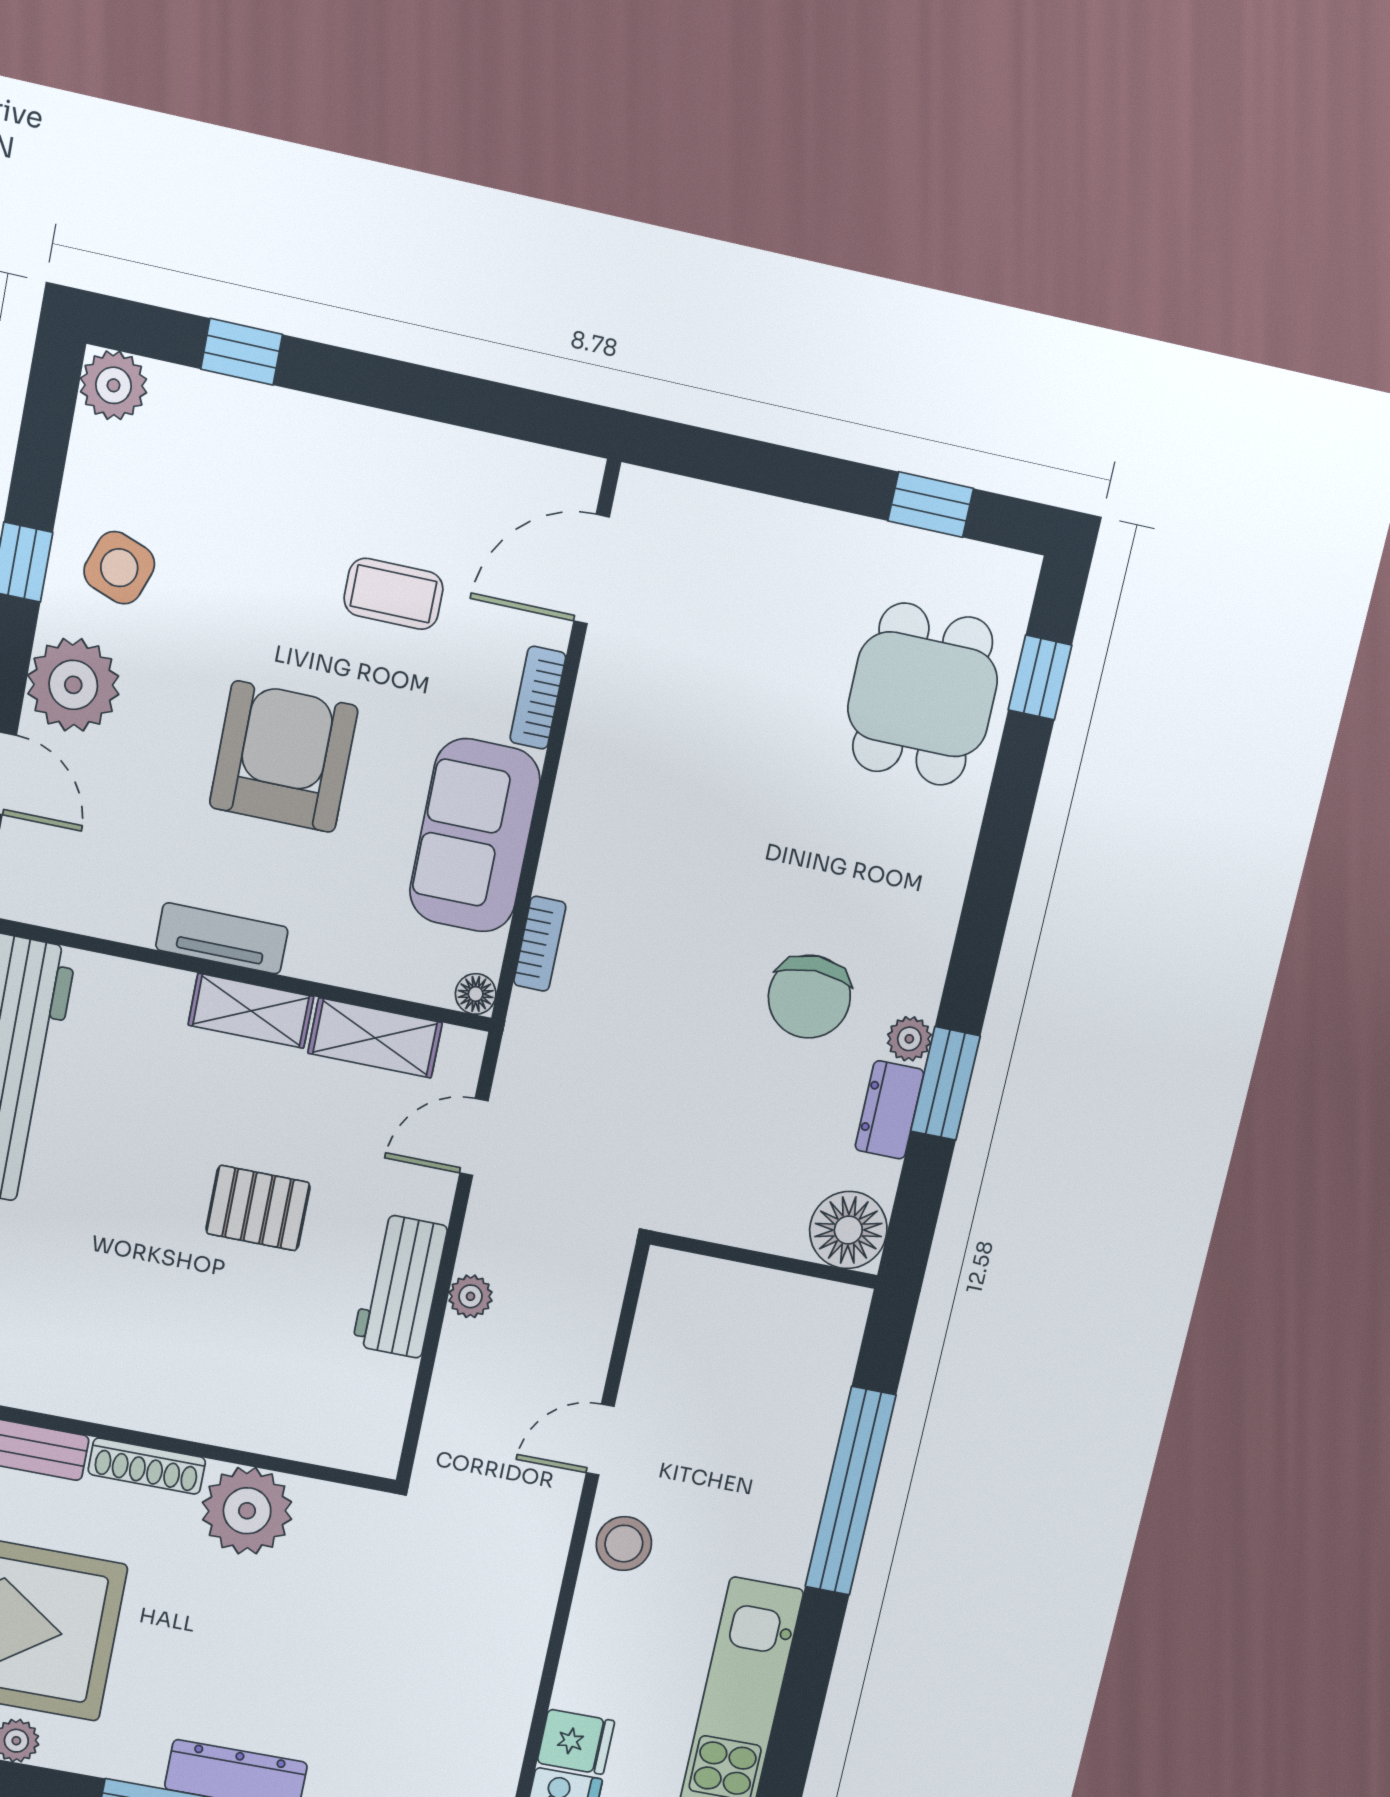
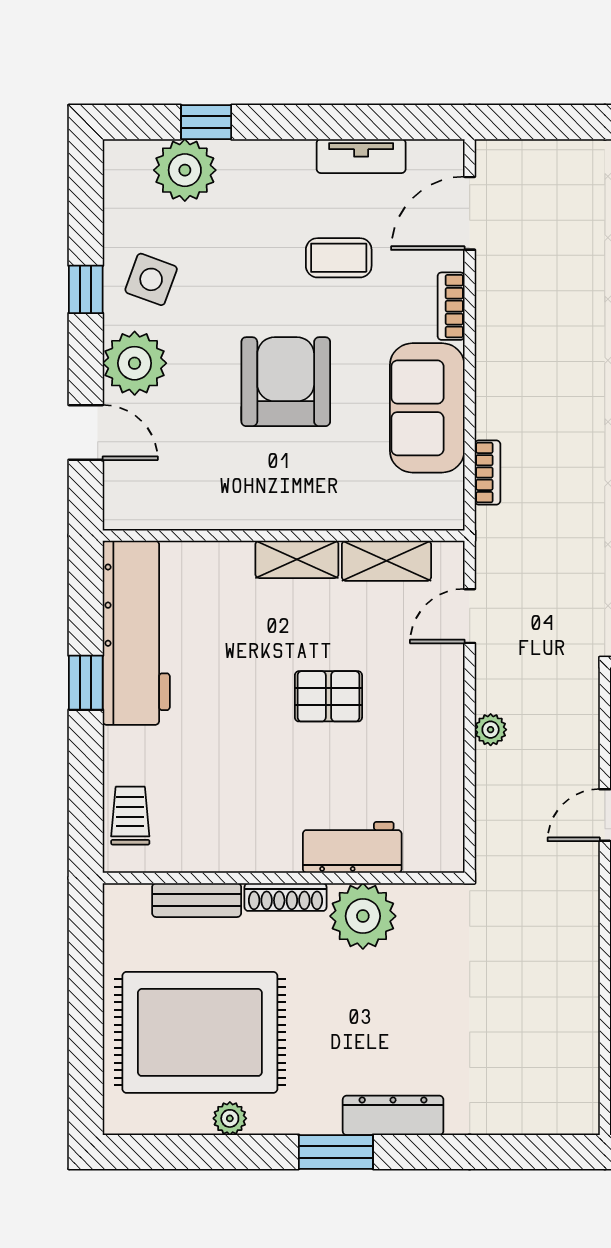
plant: (114, 385) -> (185, 170), moved, width x1.36, depth x1.36
tv unit: (222, 938) -> (361, 156), moved, turned 180
floor lamp: (476, 994) -> (450, 516), removed
workbench: (400, 1286) -> (352, 847), moved, turned 90

